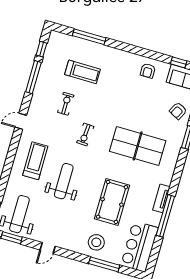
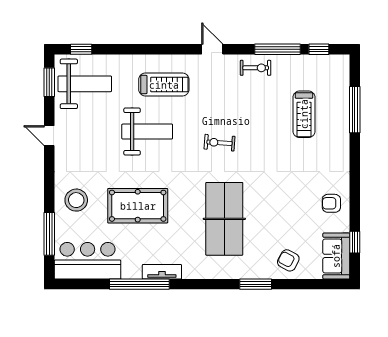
exercise bike: (66, 104) -> (256, 68), moved
window: (104, 264) -> (49, 234), moved

